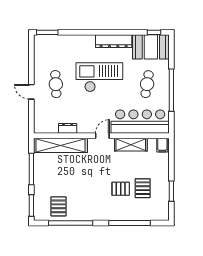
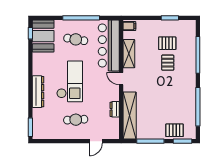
dresser: (114, 41) -> (38, 92), moved
checkout: (99, 77) -> (70, 81), turned 180
door: (31, 92) -> (96, 141), moved
pallet: (58, 206) -> (175, 130), moved

